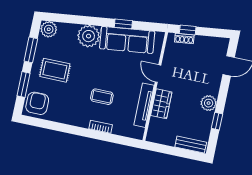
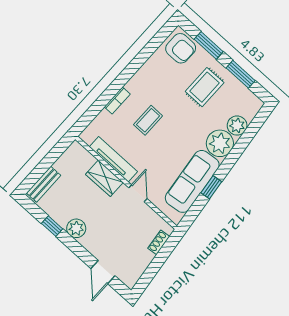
plant: (49, 29) -> (237, 126), moved
window: (188, 30) -> (166, 251), removed
door: (158, 74) -> (138, 193), hinge flipped

